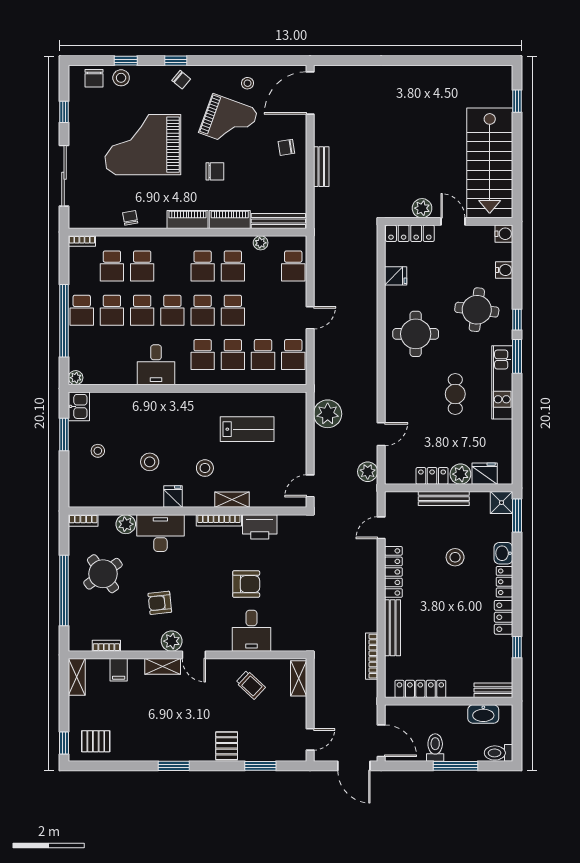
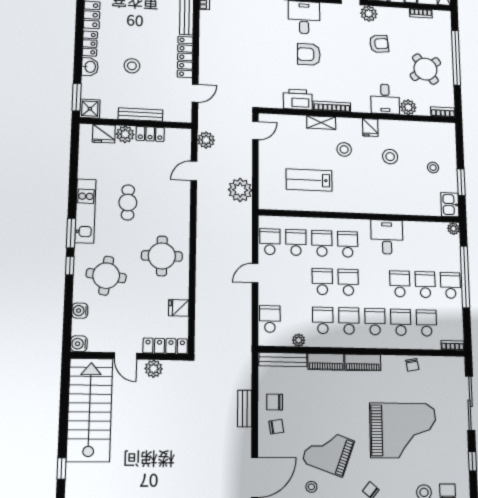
chair: (215, 171) -> (275, 402), moved
school desk: (172, 310) -> (375, 322), moved
desk: (160, 533) -> (385, 99), width x0.73

